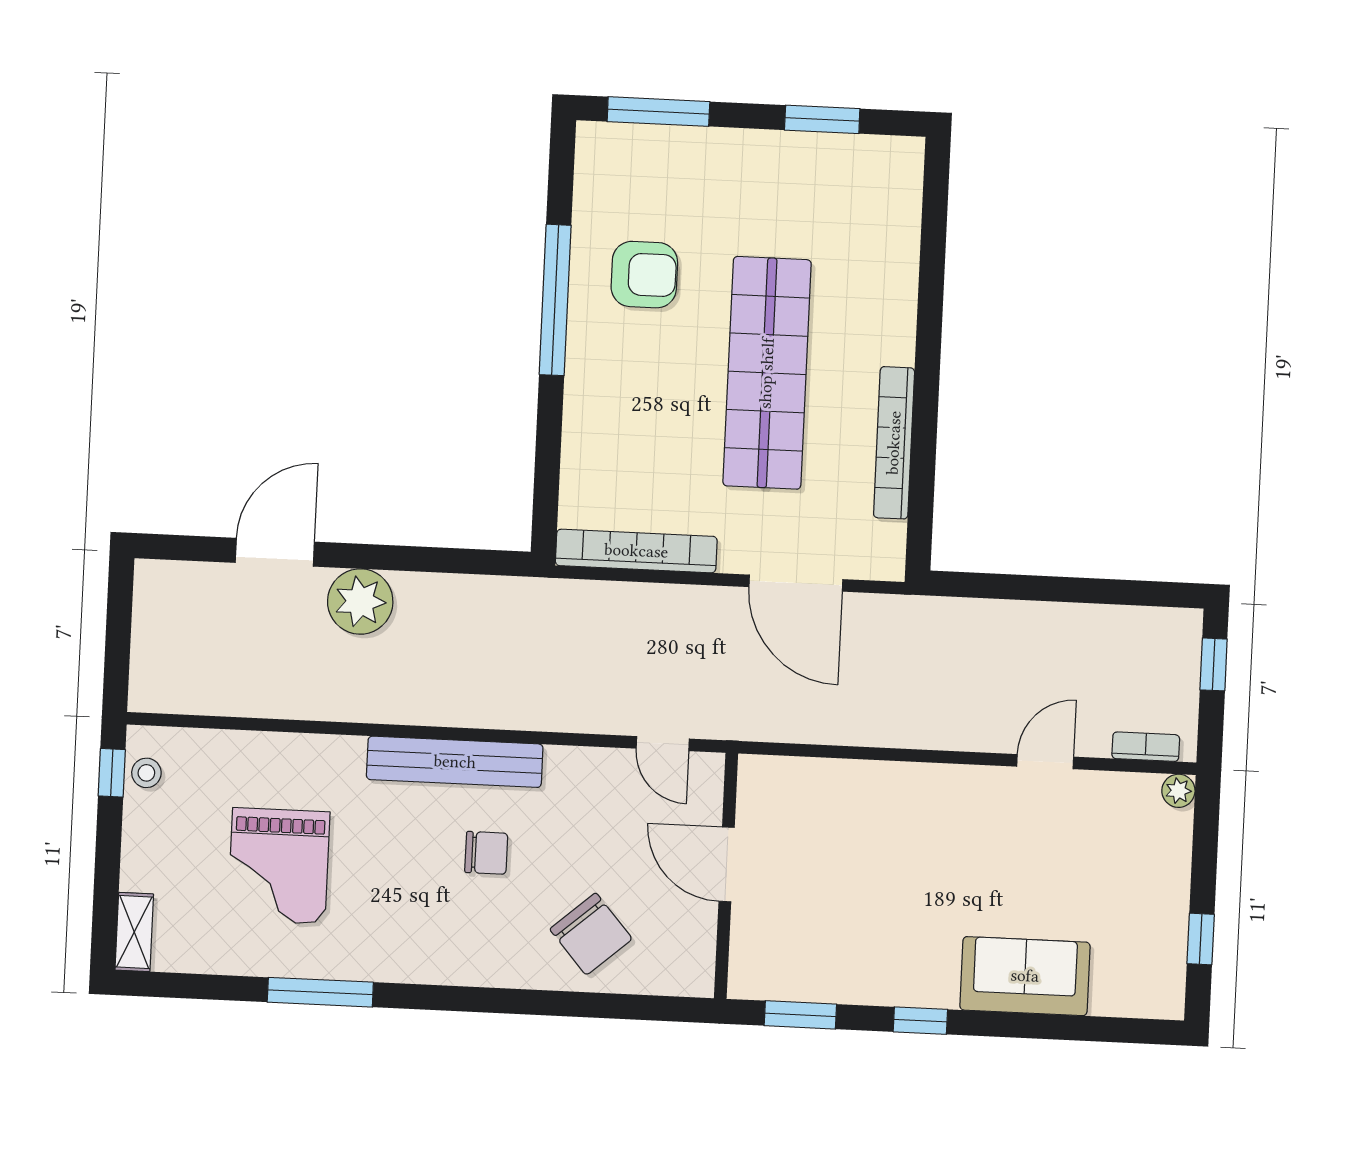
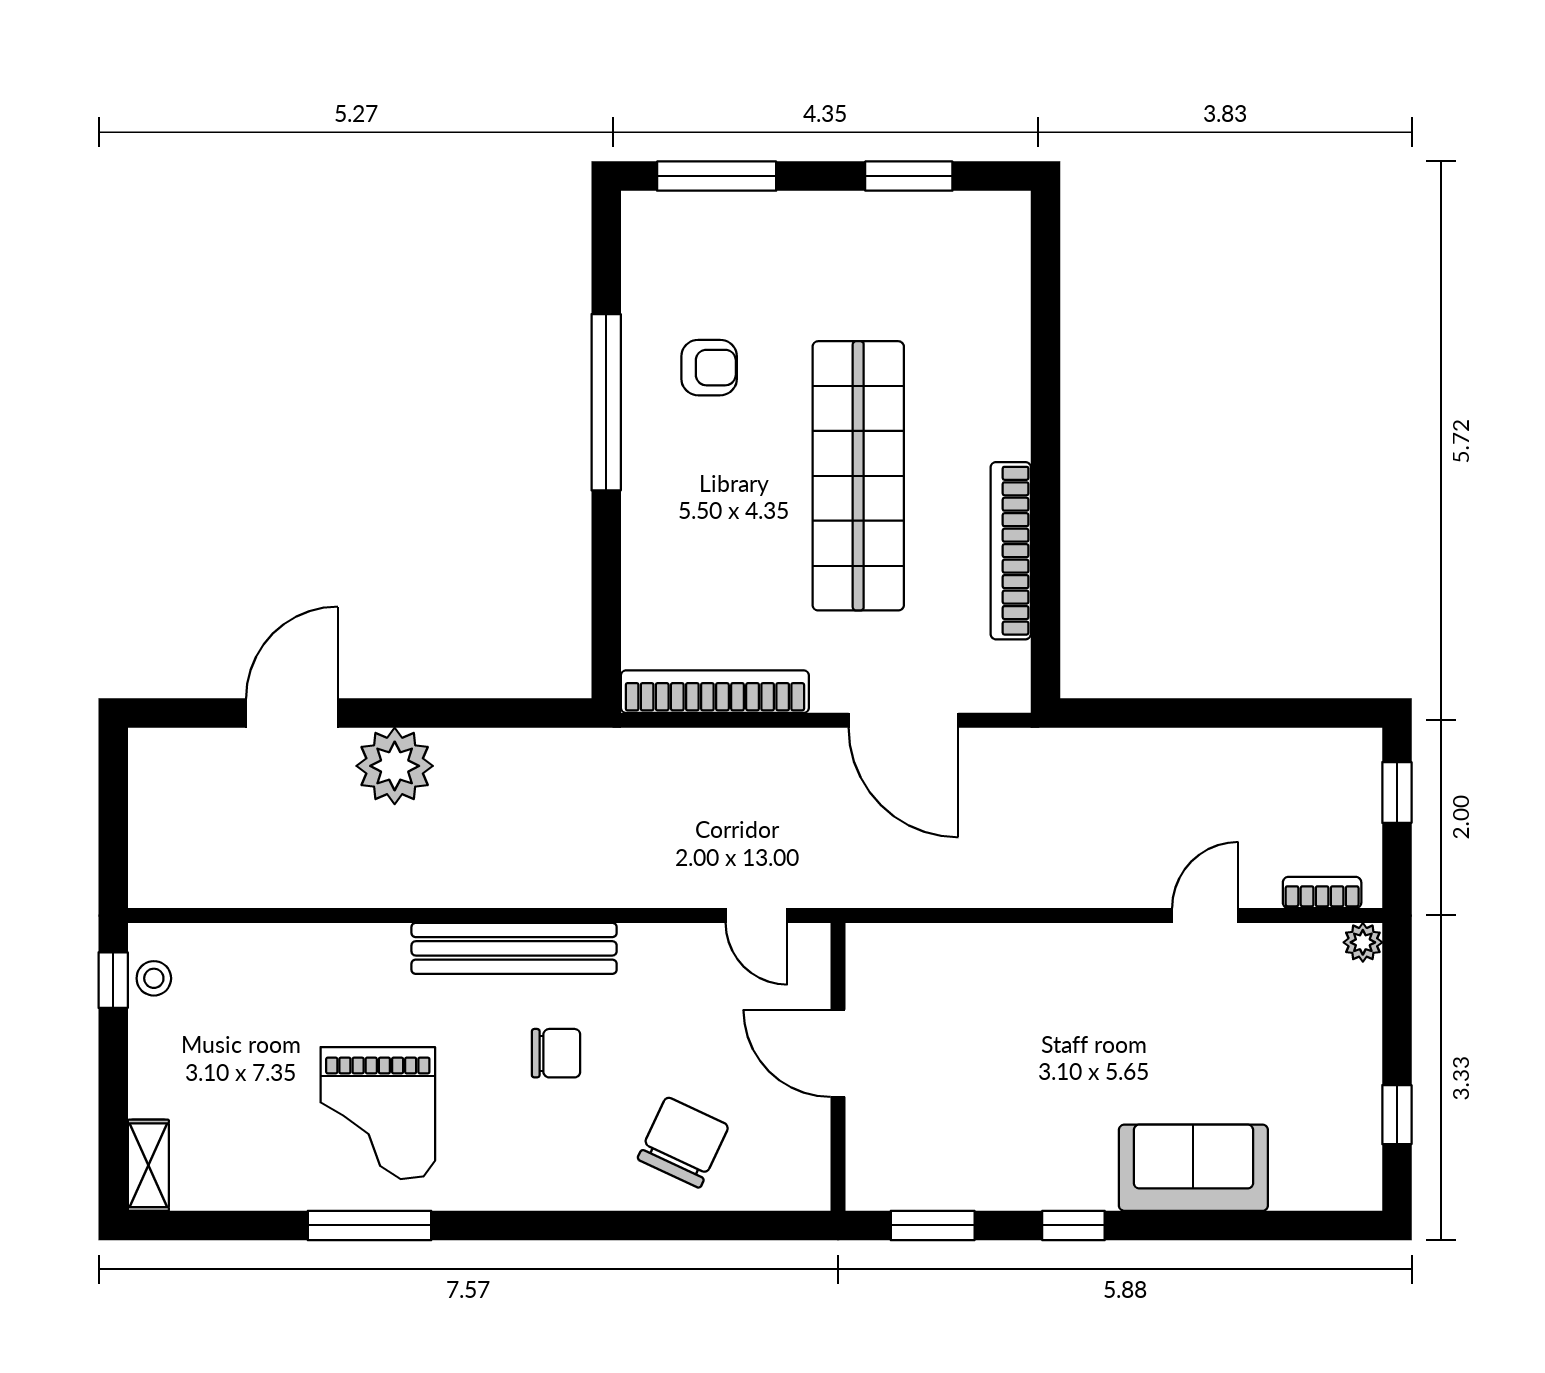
armchair: (644, 275) -> (709, 368), width x0.72, depth x0.72
grand piano: (279, 866) -> (378, 1113), moved
chair: (591, 934) -> (683, 1142), turned -114

